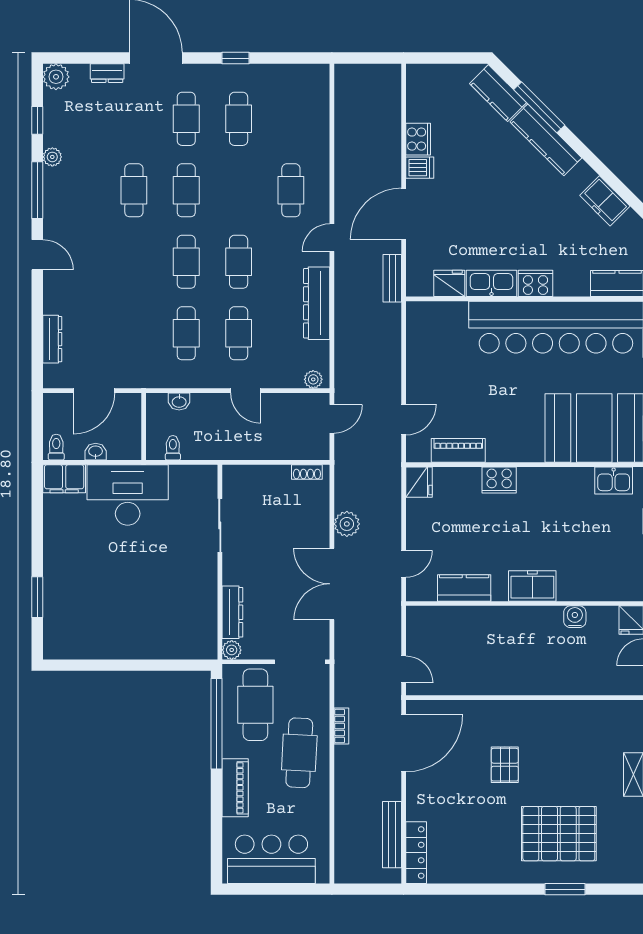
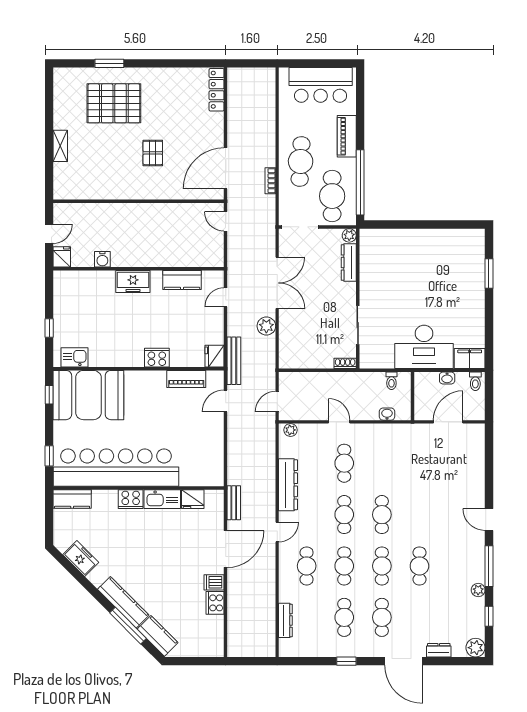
cafe table: (186, 333) -> (344, 566), moved
dresser: (52, 339) -> (285, 620), moved, turned 180
shoe rack: (307, 472) -> (345, 363), moved
bench: (392, 835) -> (234, 361), moved

